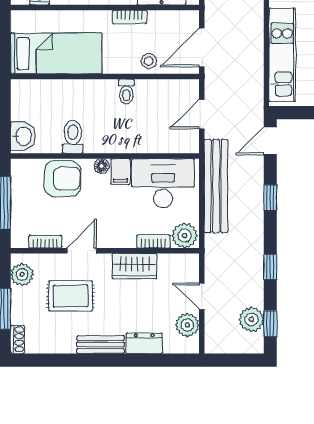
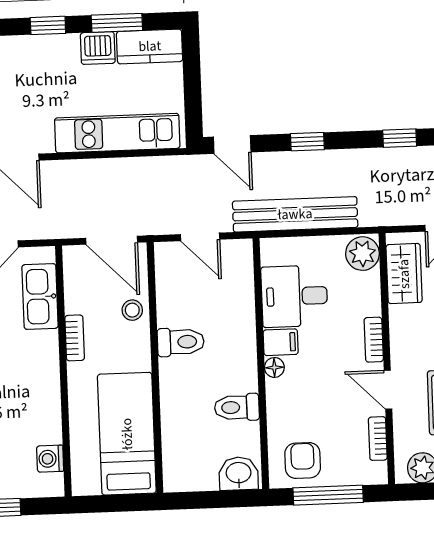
toilet: (126, 92) -> (181, 342), width x1.37, depth x1.39
armchair: (63, 179) -> (303, 460), moved, width x0.72, depth x0.72
desk: (163, 183) -> (294, 296), width x0.73
bookcase: (154, 241) -> (374, 340), moved
wardrobe: (134, 266) -> (404, 274), moved

